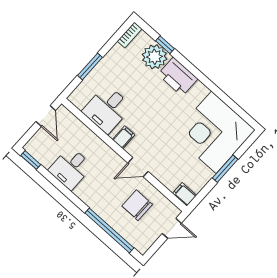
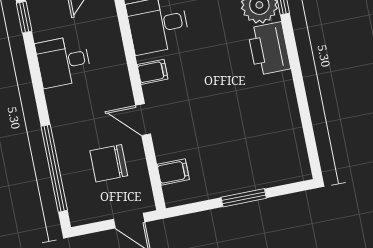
corner desk: (214, 132) -> (262, 145), removed
filing cabinet: (184, 194) -> (173, 172), moved, turned 90
chair: (137, 205) -> (109, 163), turned -90

